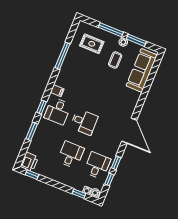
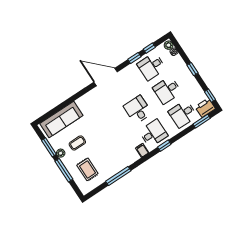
window: (32, 131) -> (202, 121), moved
door: (129, 131) -> (106, 77), hinge flipped
desk: (44, 144) -> (183, 114), added
window: (79, 194) -> (192, 69), moved

